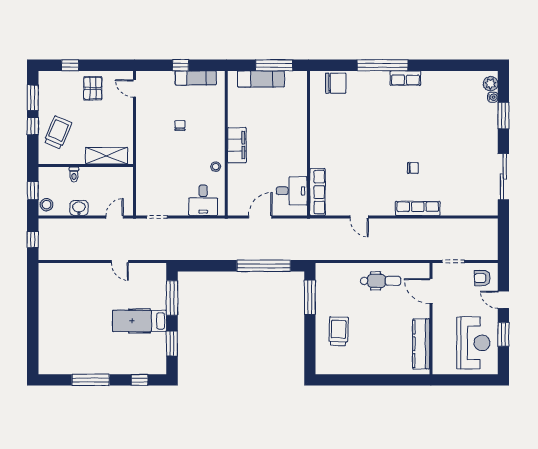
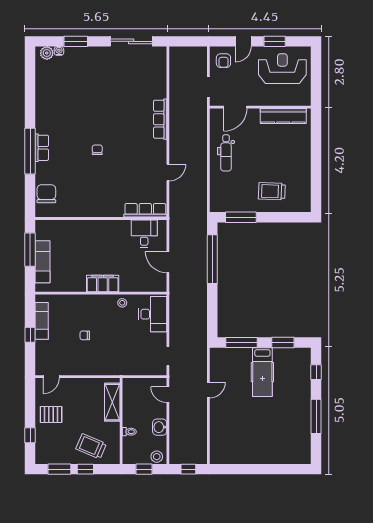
row of seats: (405, 78) -> (42, 148), moved
chair: (413, 168) -> (97, 150), moved
desk: (203, 200) -> (153, 314), width x1.37
dental chair: (381, 281) -> (226, 153), turned 180

